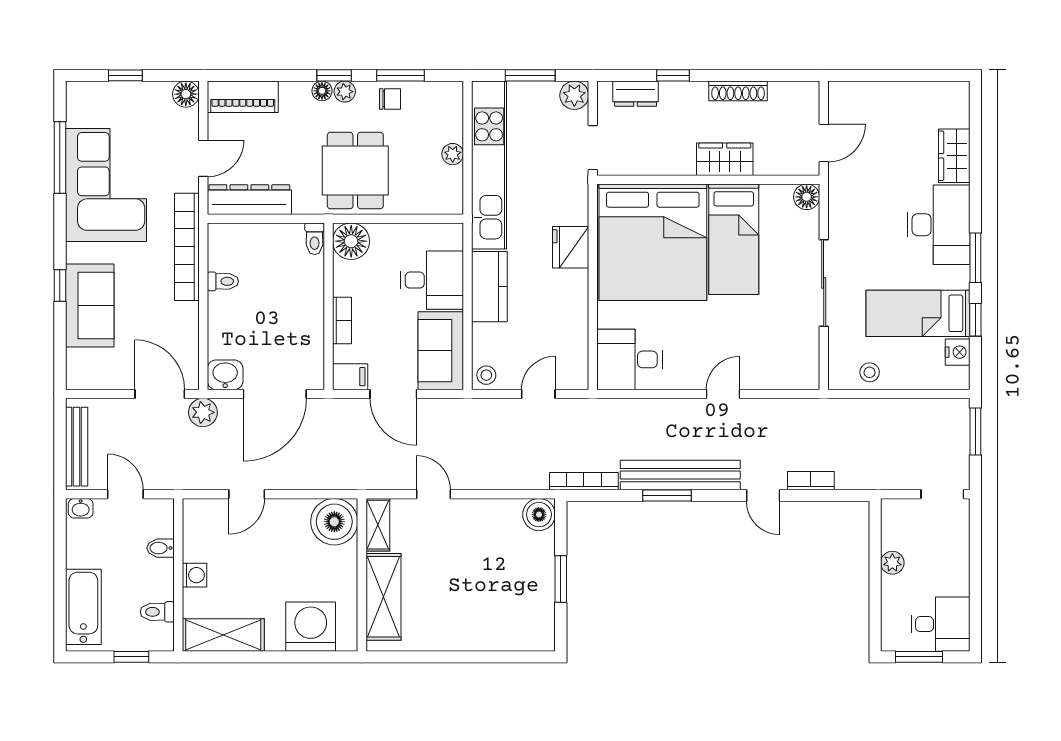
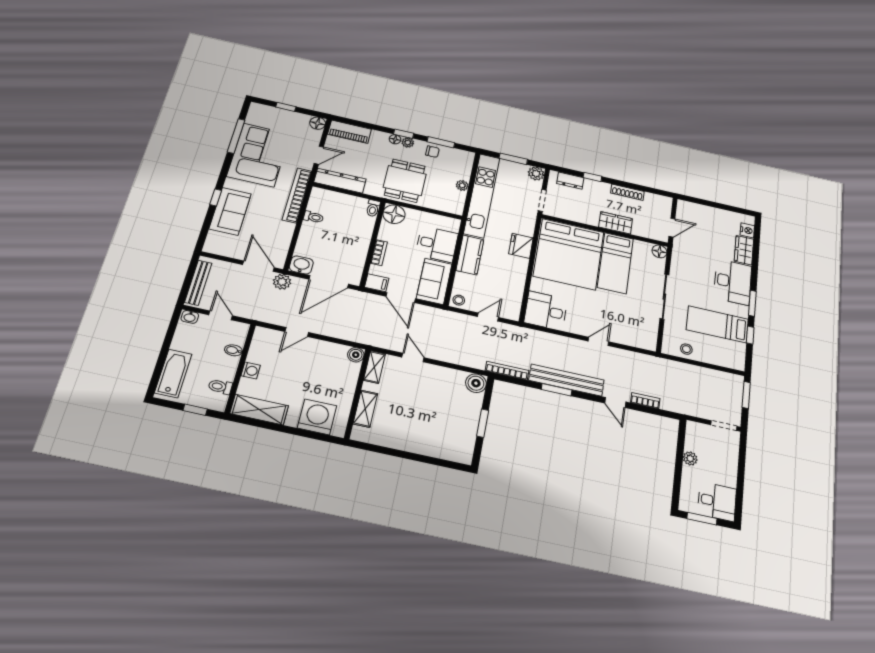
nightstand: (958, 352) -> (747, 230), moved
boiler: (334, 522) -> (356, 355), width x0.54, depth x0.54
shelving: (383, 597) -> (365, 409), width x0.67, depth x0.75

